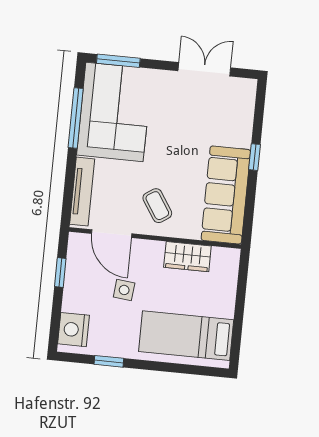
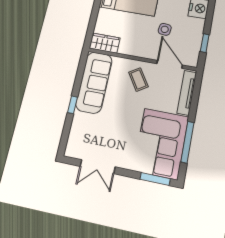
wardrobe: (187, 257) -> (105, 43), moved

